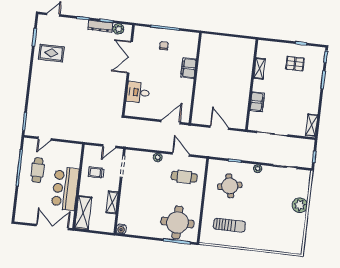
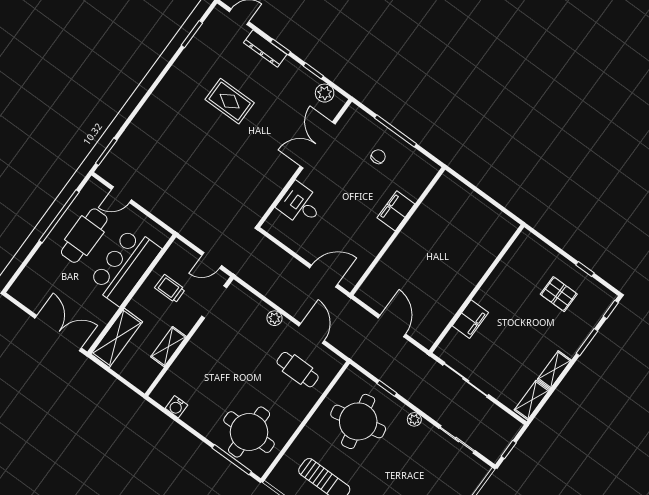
dresser: (100, 26) -> (265, 49), moved
rug: (51, 53) -> (230, 101), moved
shelving: (259, 68) -> (554, 370), moved
cafe table: (38, 170) -> (84, 236), width x1.37, depth x1.35
round table: (230, 186) -> (358, 421), width x1.36, depth x1.36
bar counter: (65, 189) -> (125, 266), moved
water cooler: (121, 229) -> (176, 407), moved

